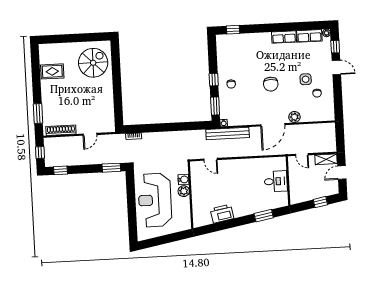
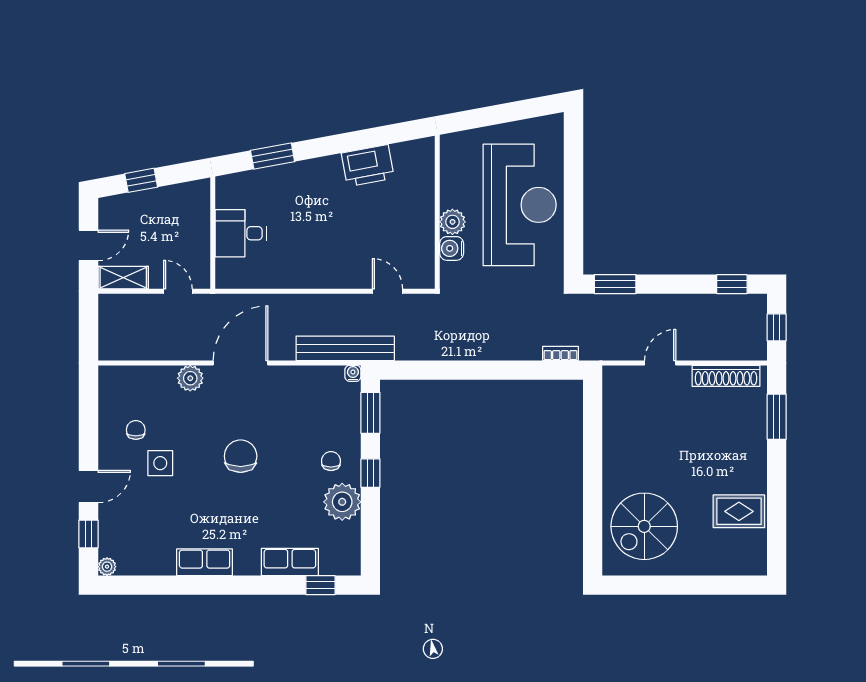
row of seats: (309, 36) -> (290, 562), moved
plant: (225, 67) -> (342, 502), added
door: (336, 67) -> (89, 487), swing flipped

